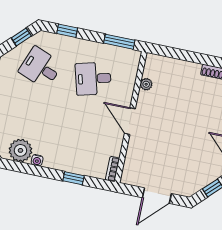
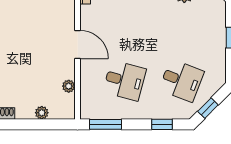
plant: (176, 65) -> (42, 113), added
desk: (93, 79) -> (125, 81), turned 30

